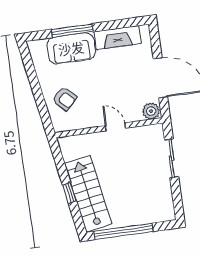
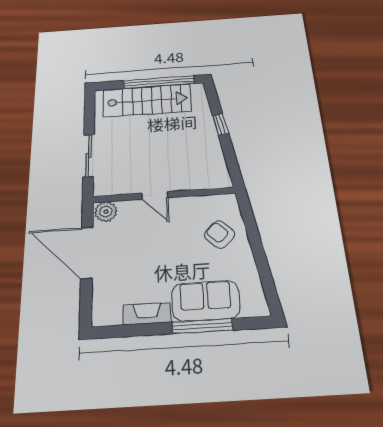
fireplace: (117, 38) -> (147, 314), width x0.73, depth x0.76
stairs: (88, 194) -> (147, 100), moved, turned -80

